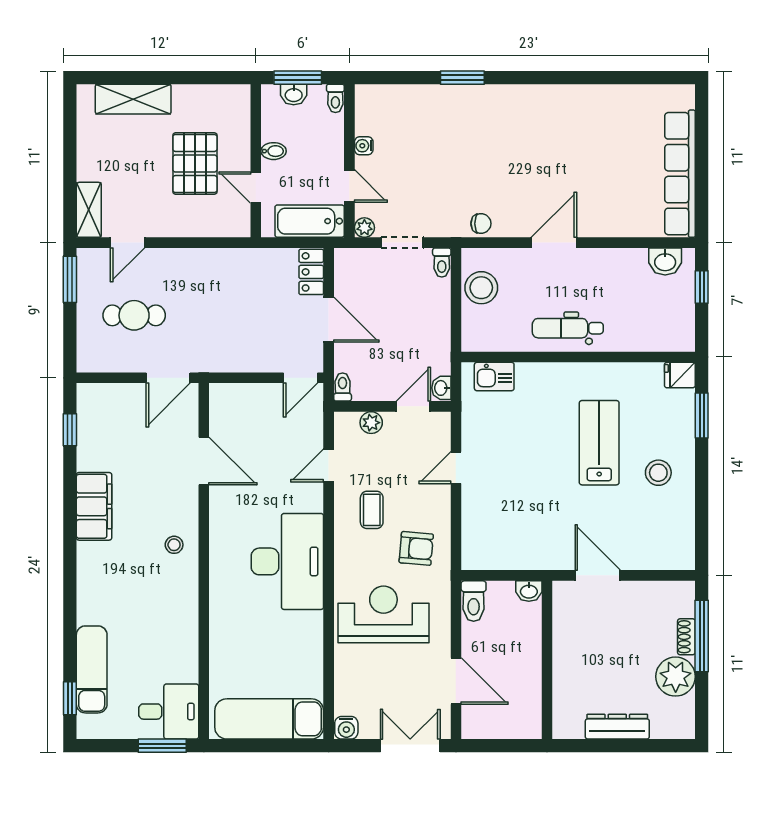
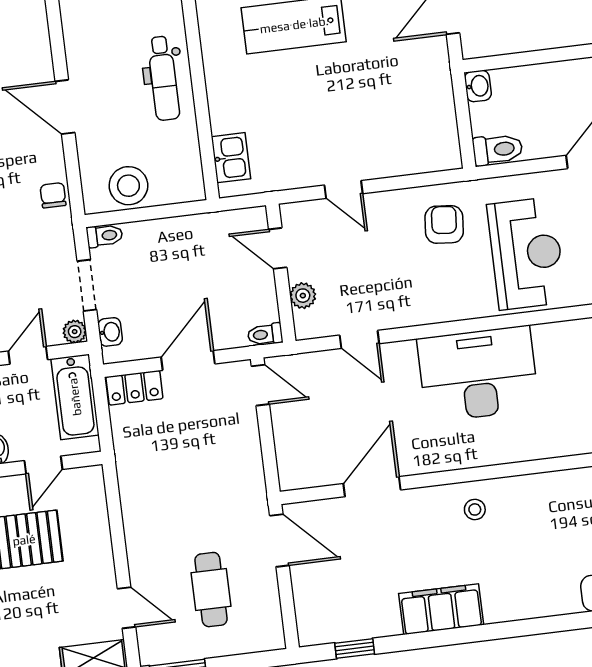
washbasin: (441, 388) -> (110, 332), moved, turned -90
coffee table: (372, 510) -> (405, 282), removed
reception desk: (383, 614) -> (526, 253), turned 180

